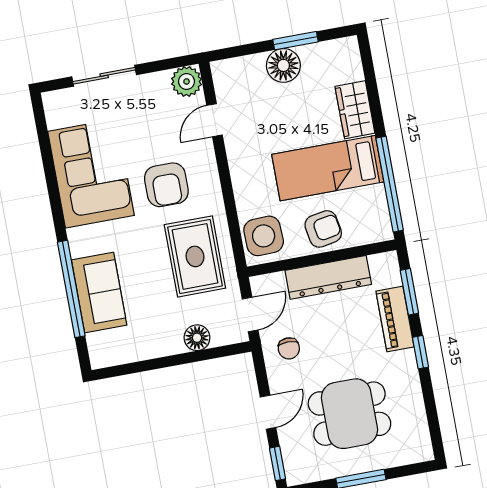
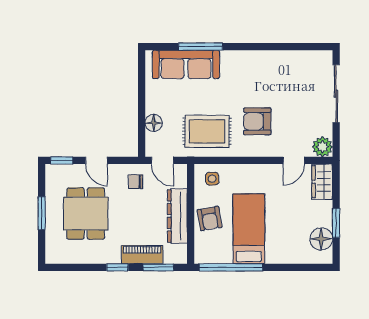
floor lamp: (283, 65) -> (321, 239), moved
sliding door: (104, 76) -> (336, 94), width x1.37
wardrobe: (355, 110) -> (322, 182), moved, turned -90
door: (214, 120) -> (294, 160), swing flipped
corner sofa: (91, 173) -> (274, 73), removed
side table: (264, 236) -> (212, 179), width x0.54, depth x0.54
window: (71, 289) -> (201, 47), width x0.68
sofa: (99, 293) -> (186, 64), width x1.36

